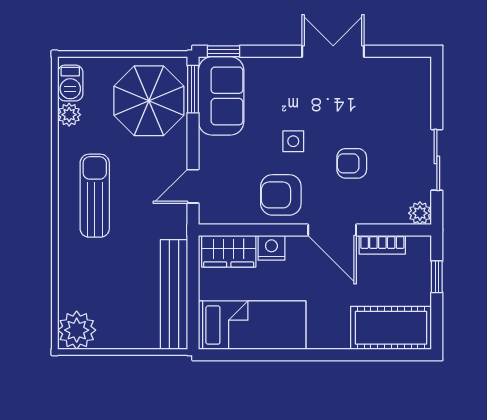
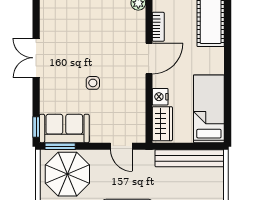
armchair: (352, 163) -> (107, 46), removed
armchair: (281, 195) -> (127, 91), removed

